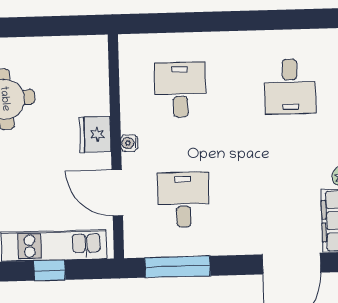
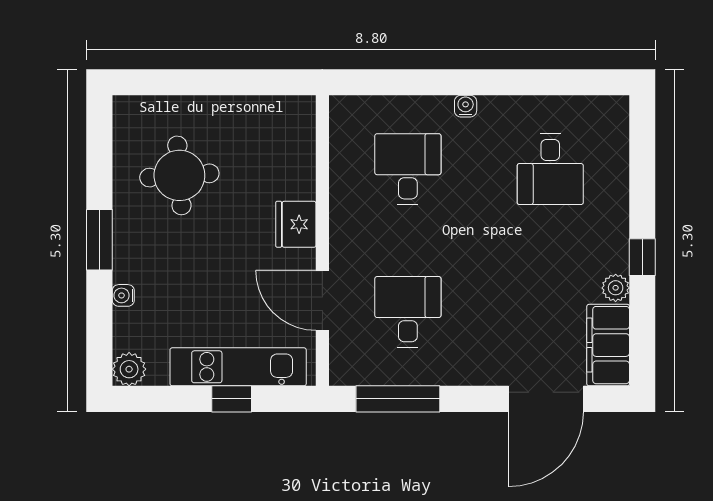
water cooler: (129, 143) -> (466, 106), moved, turned 90

